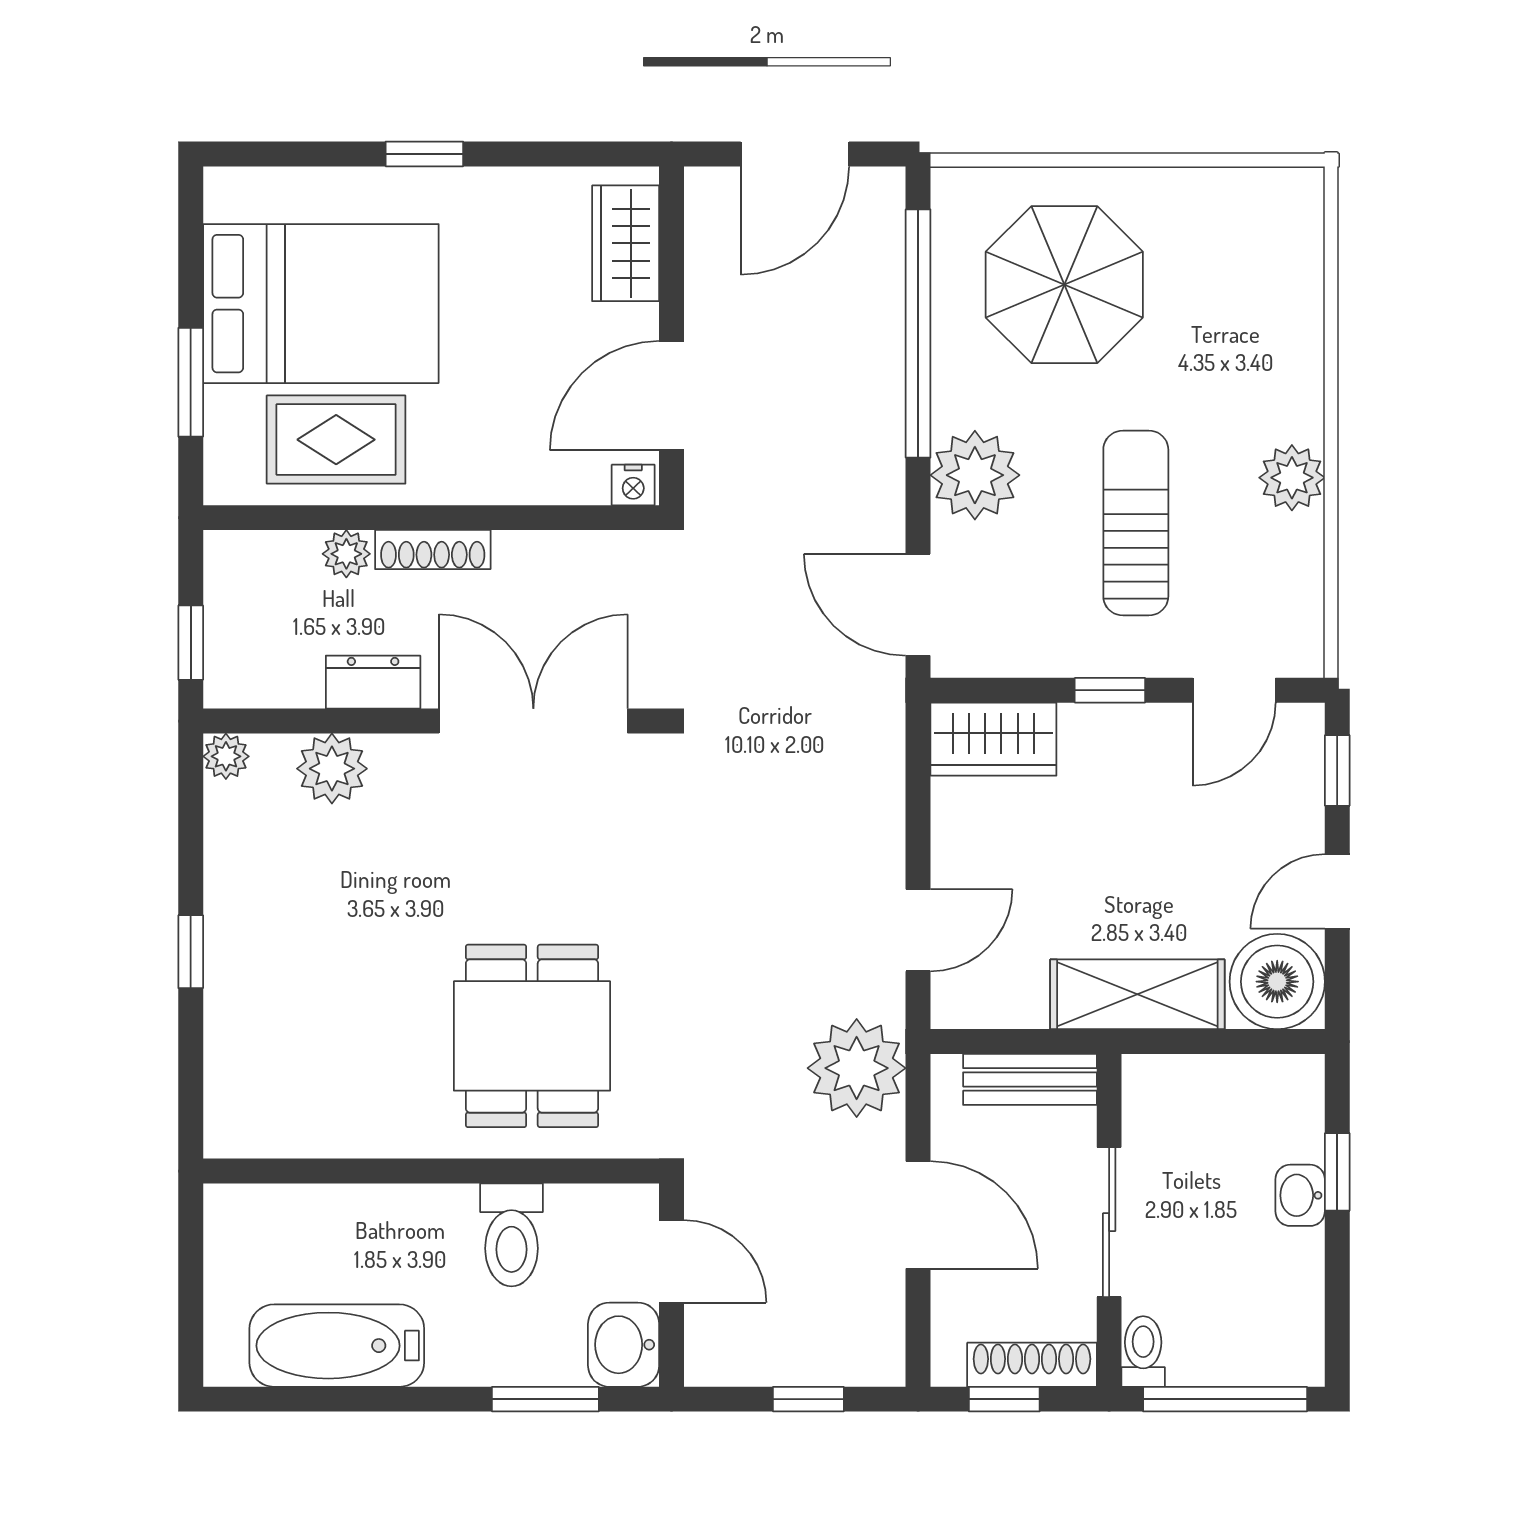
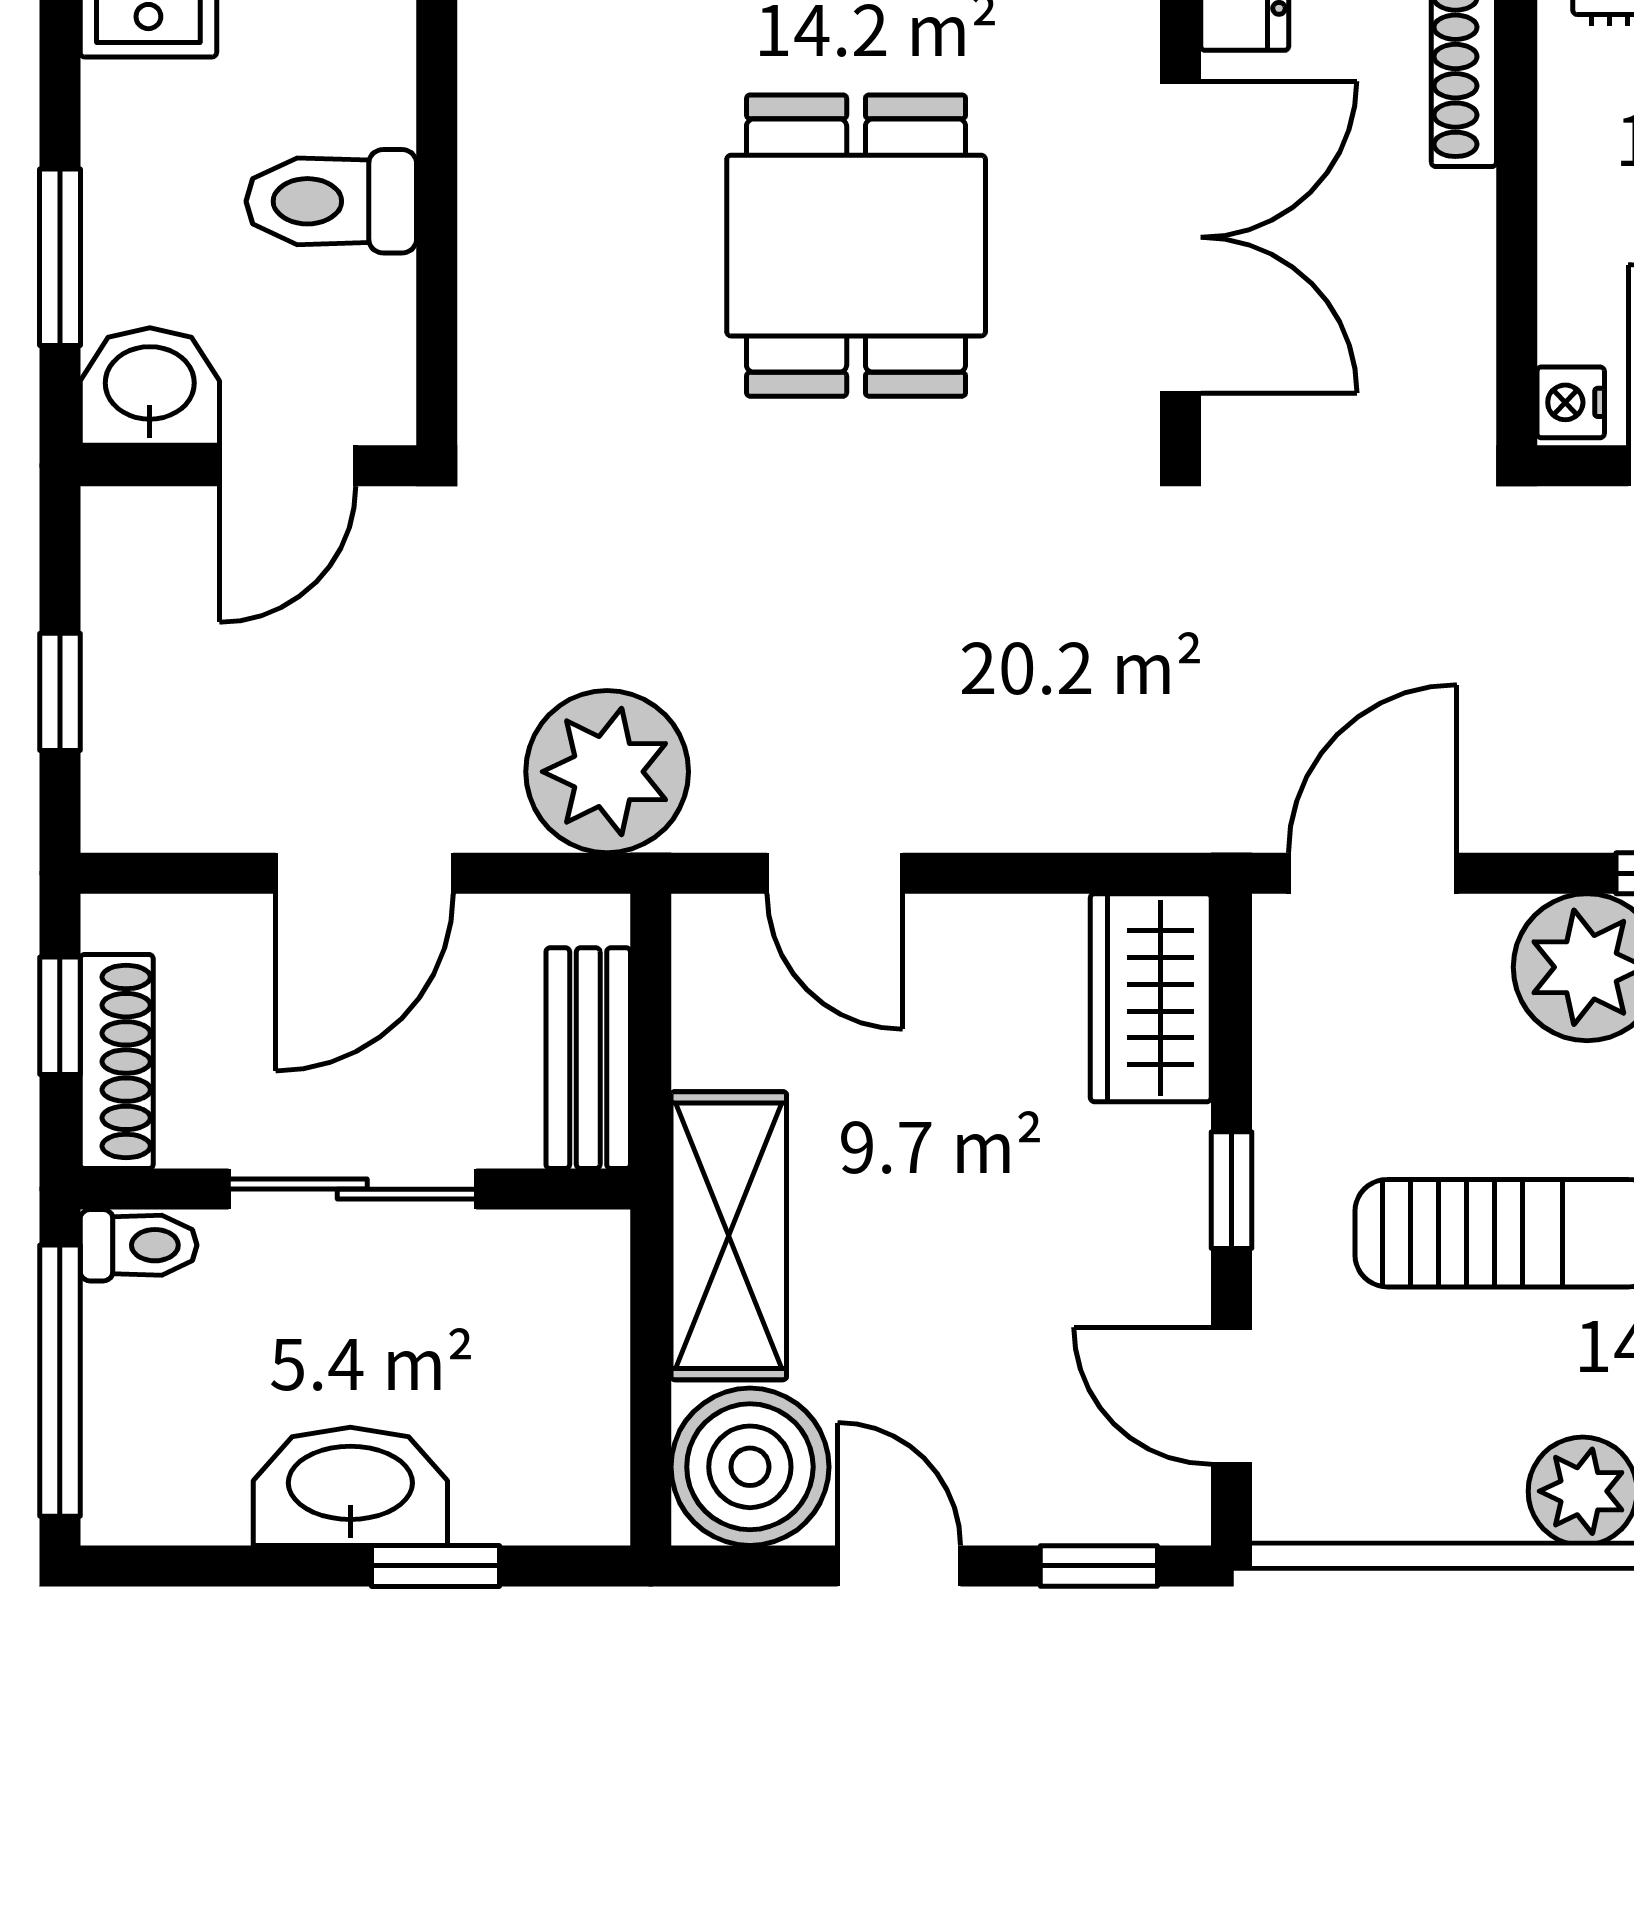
dining table: (532, 1036) -> (856, 246), moved, turned 90
washbasin: (1300, 1195) -> (350, 1486), width x1.91, depth x1.45

